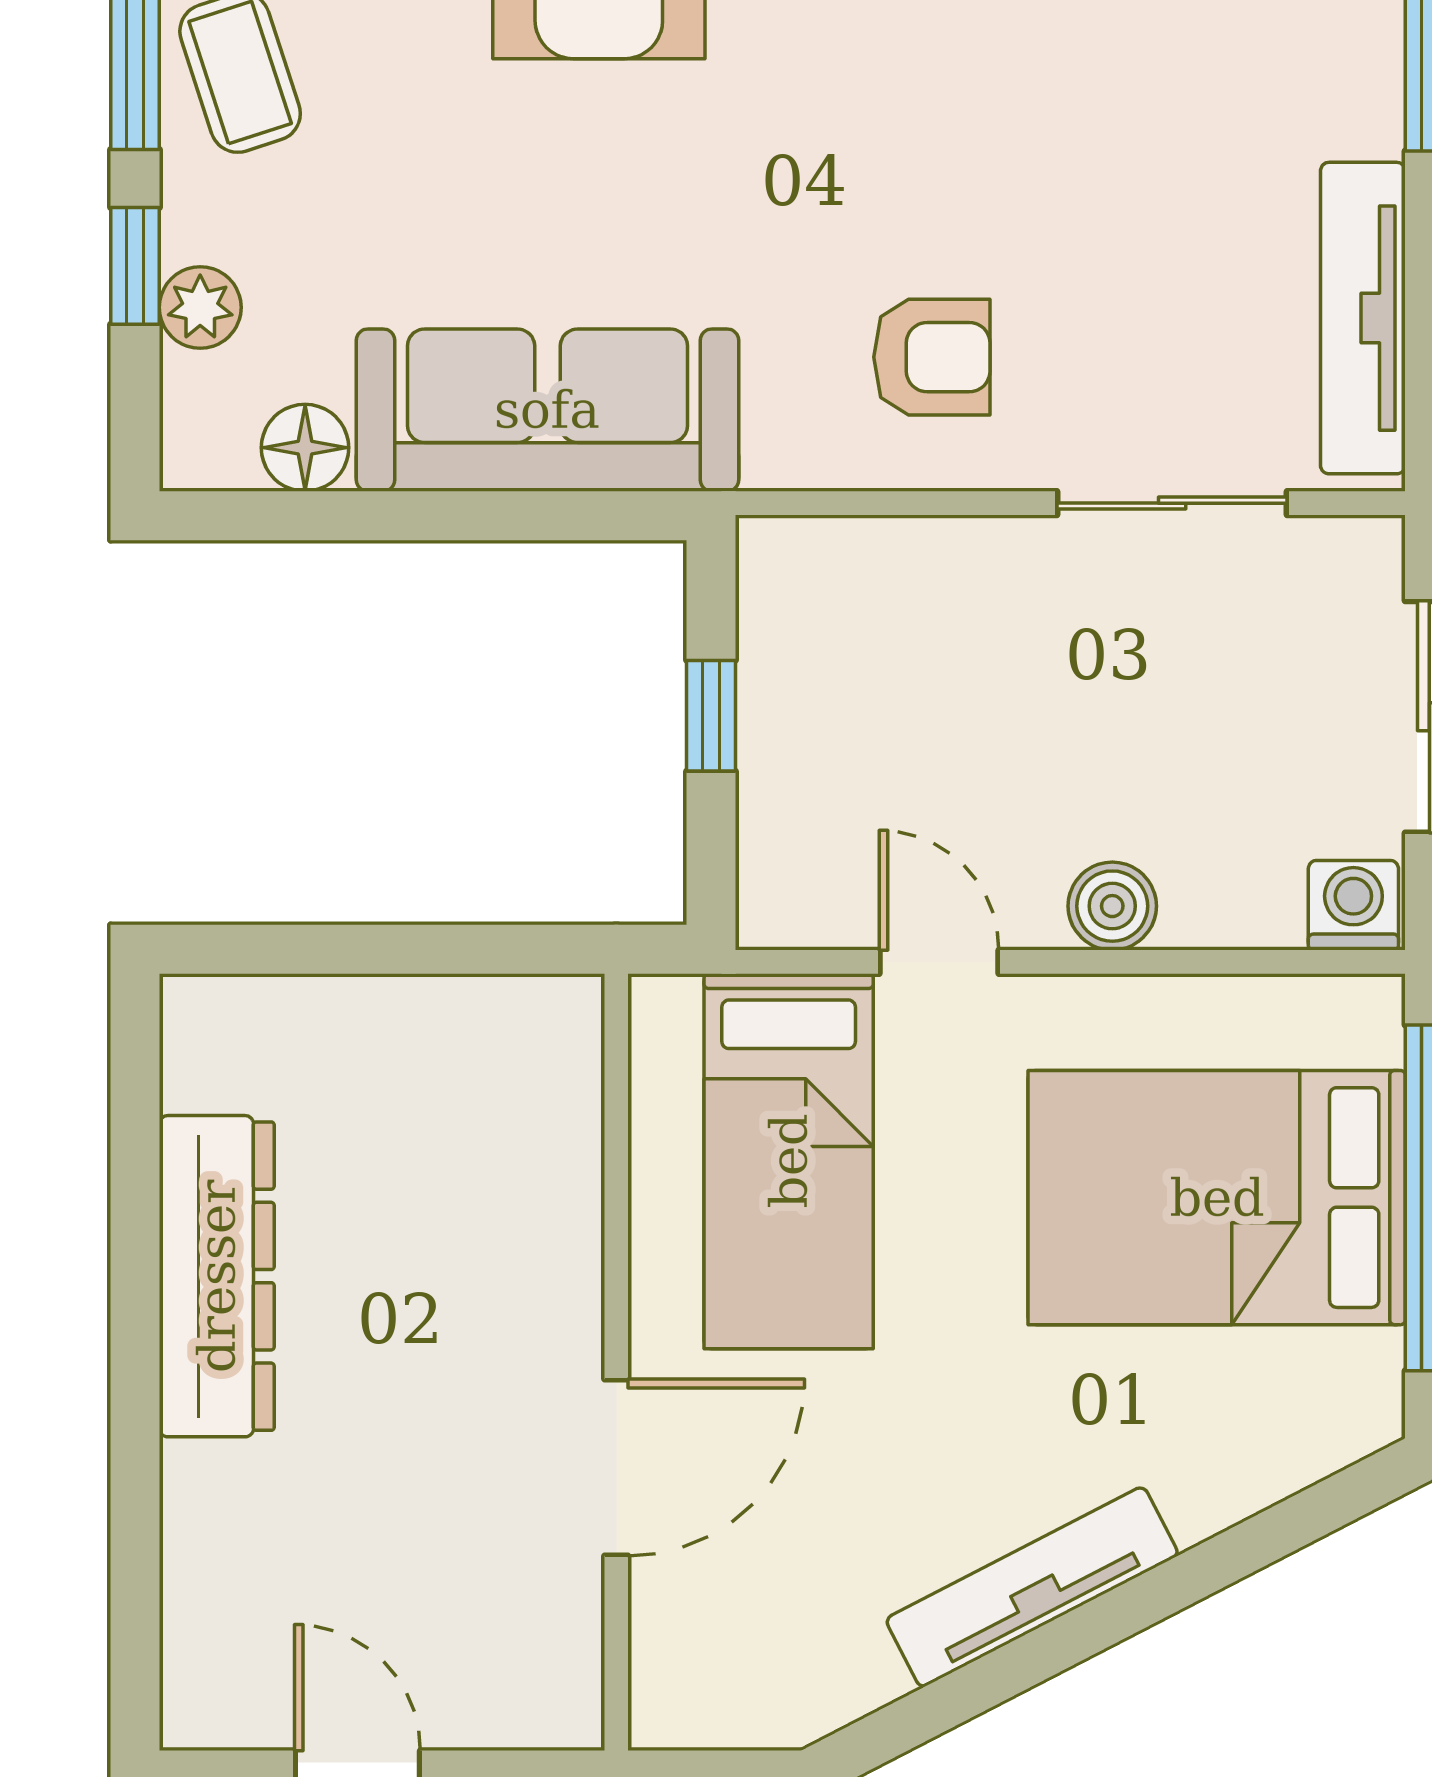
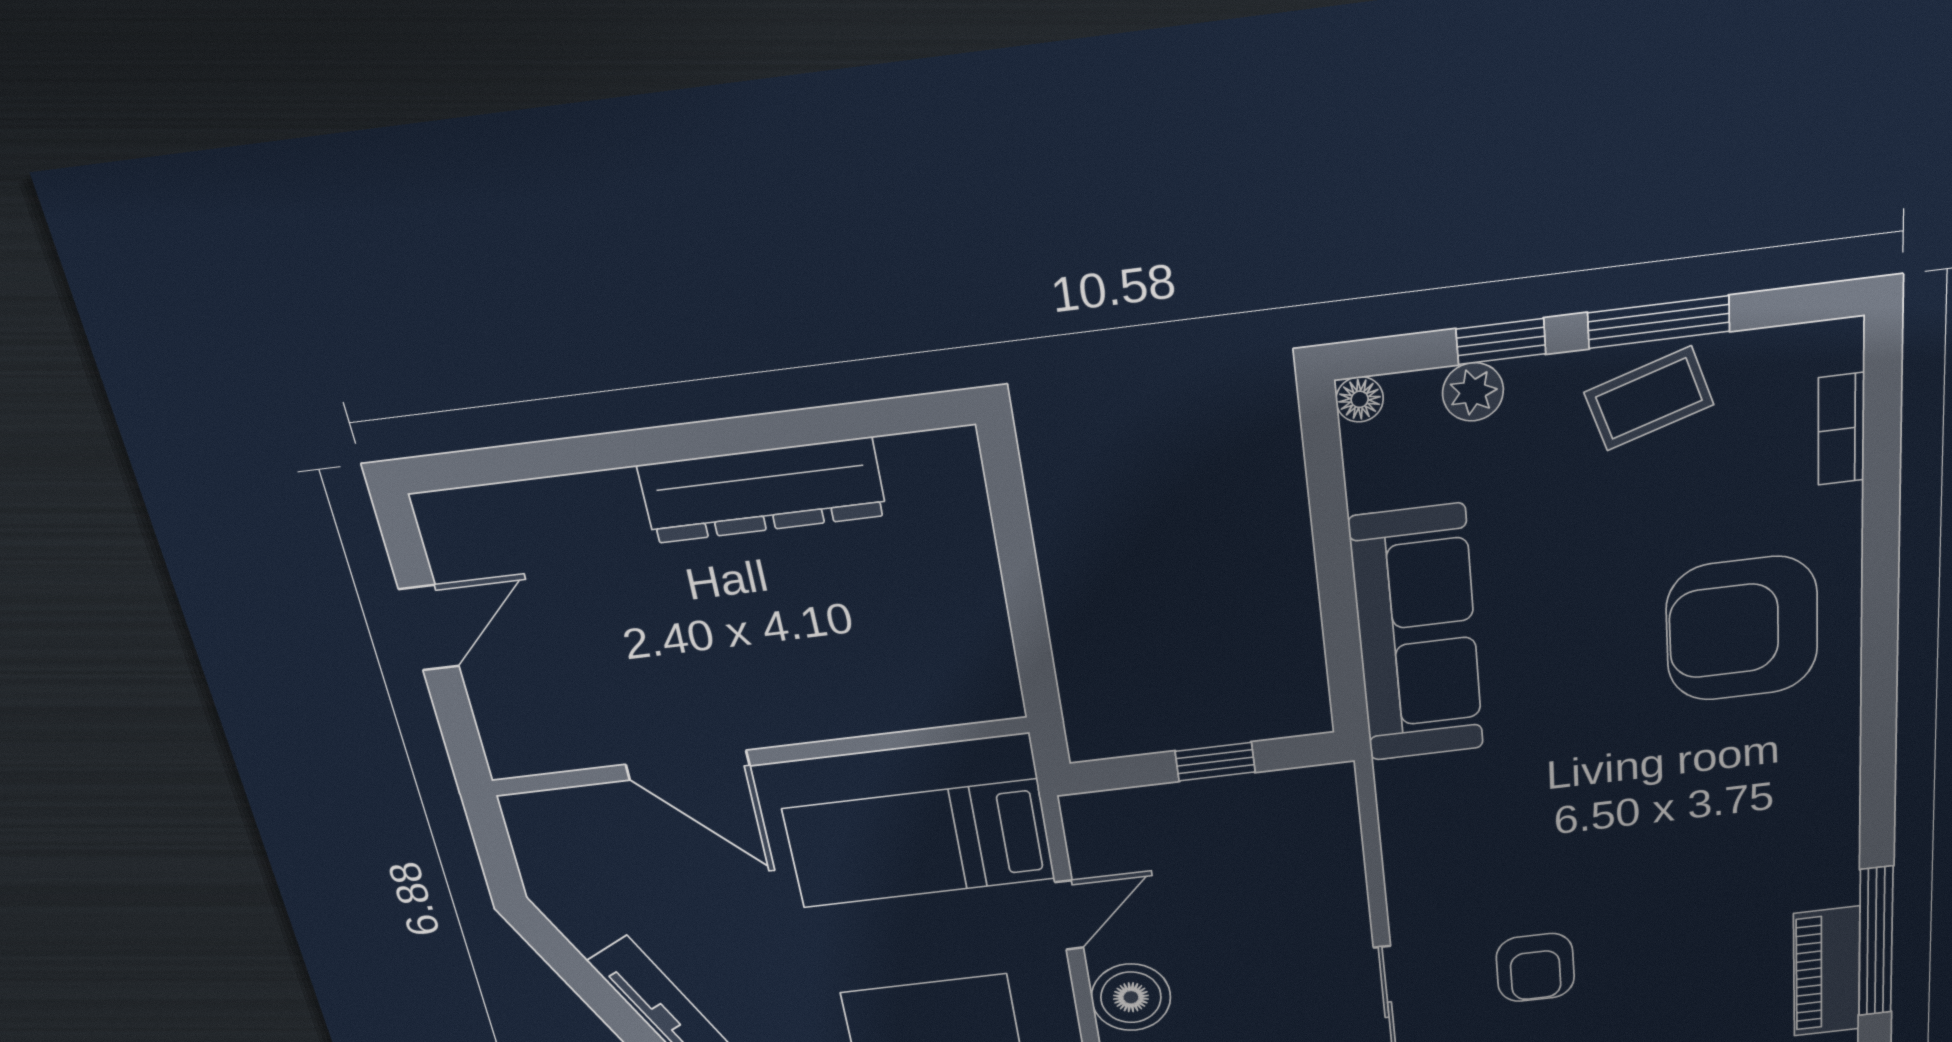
armchair: (932, 357) -> (1535, 968), moved
floor lamp: (305, 448) -> (1360, 399), moved, width x0.73, depth x0.73
boiler: (1112, 906) -> (1131, 997), width x1.36, depth x1.36

